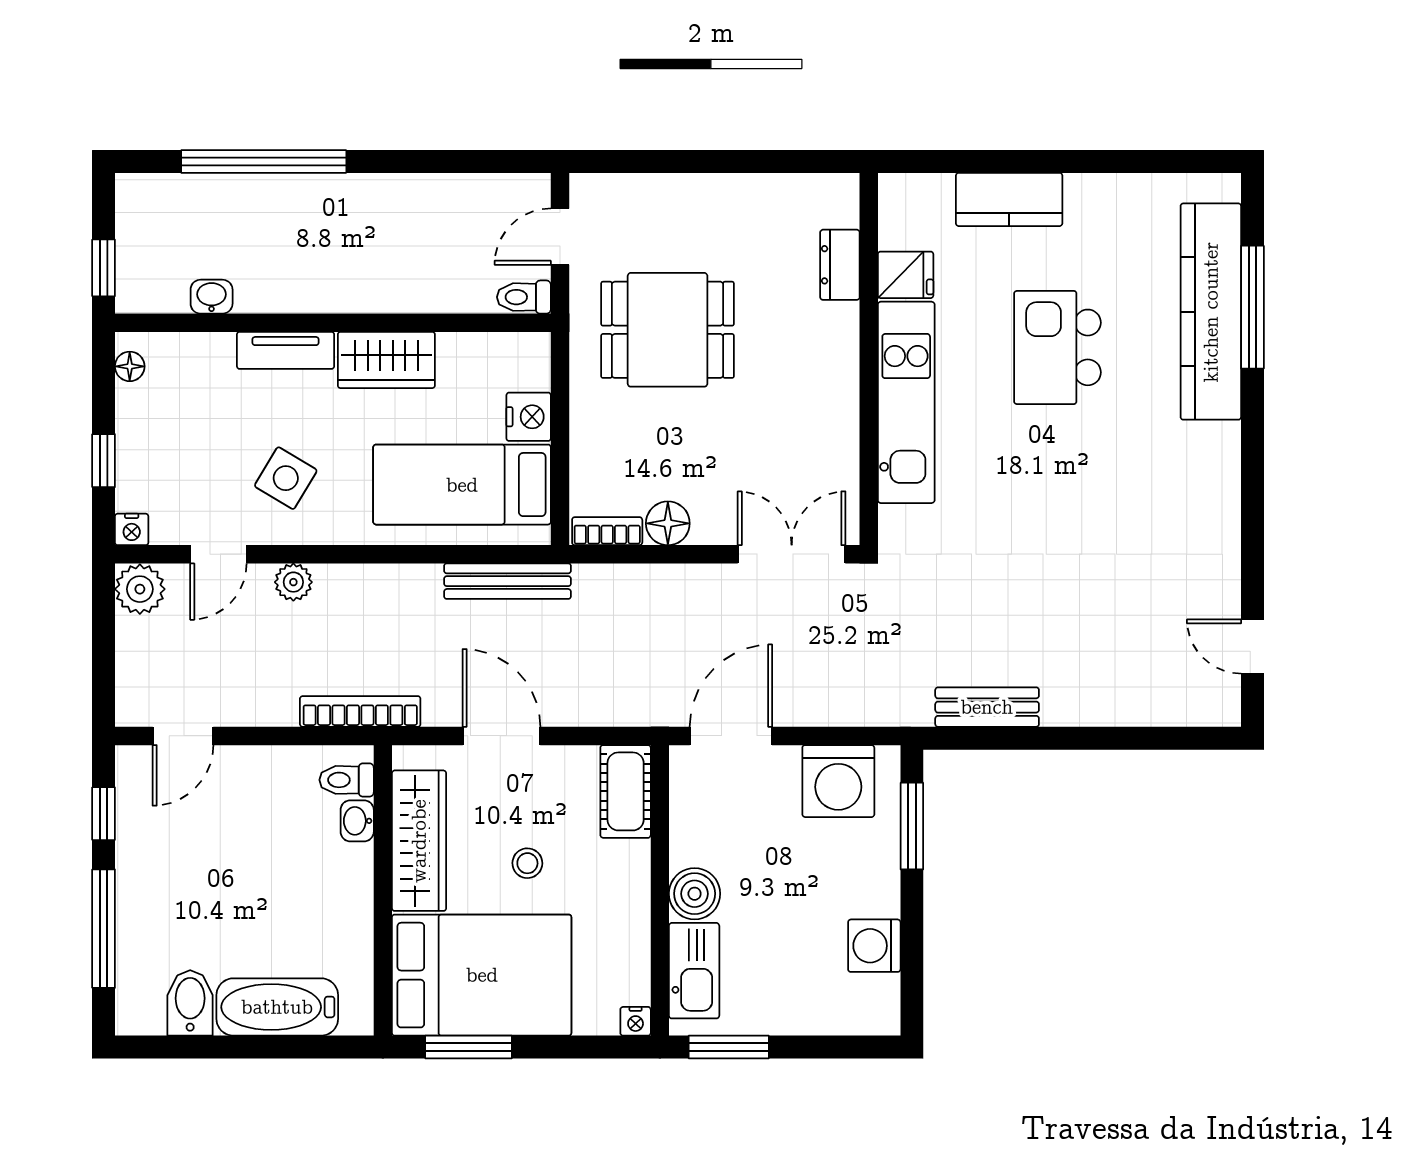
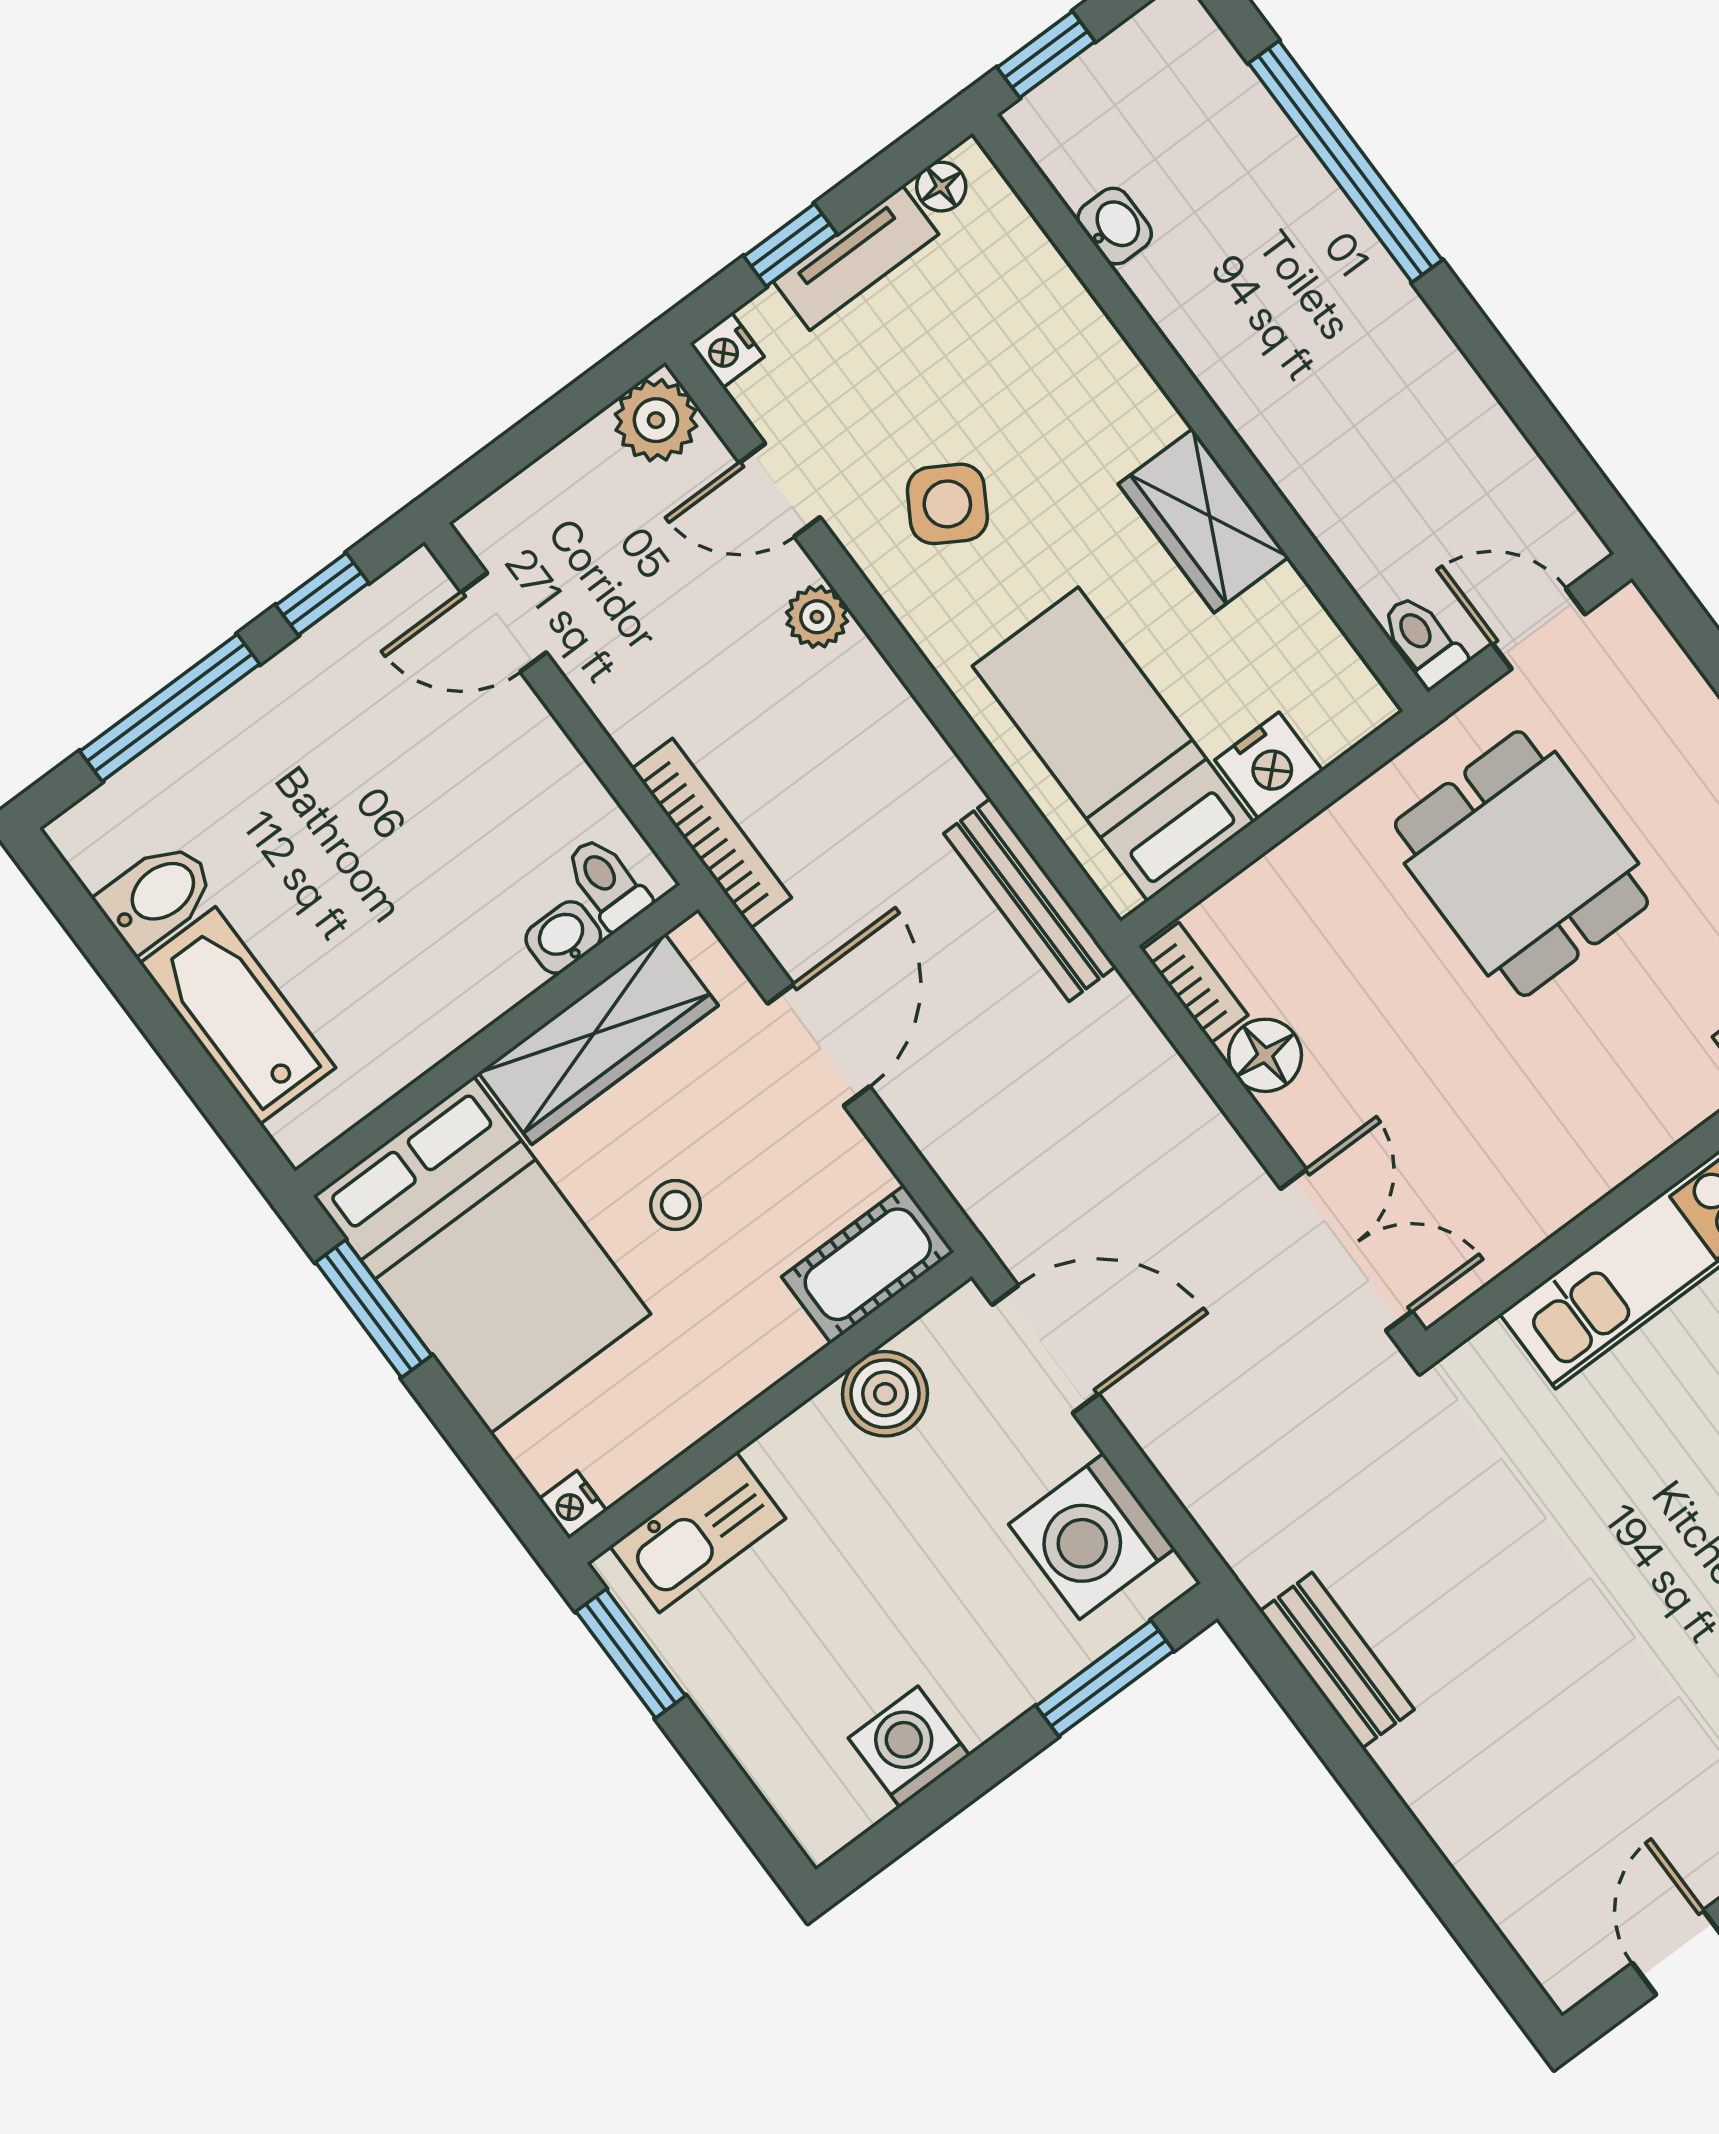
tv unit: (286, 350) -> (856, 258), moved, turned -90
boiler: (695, 894) -> (885, 1394), moved

